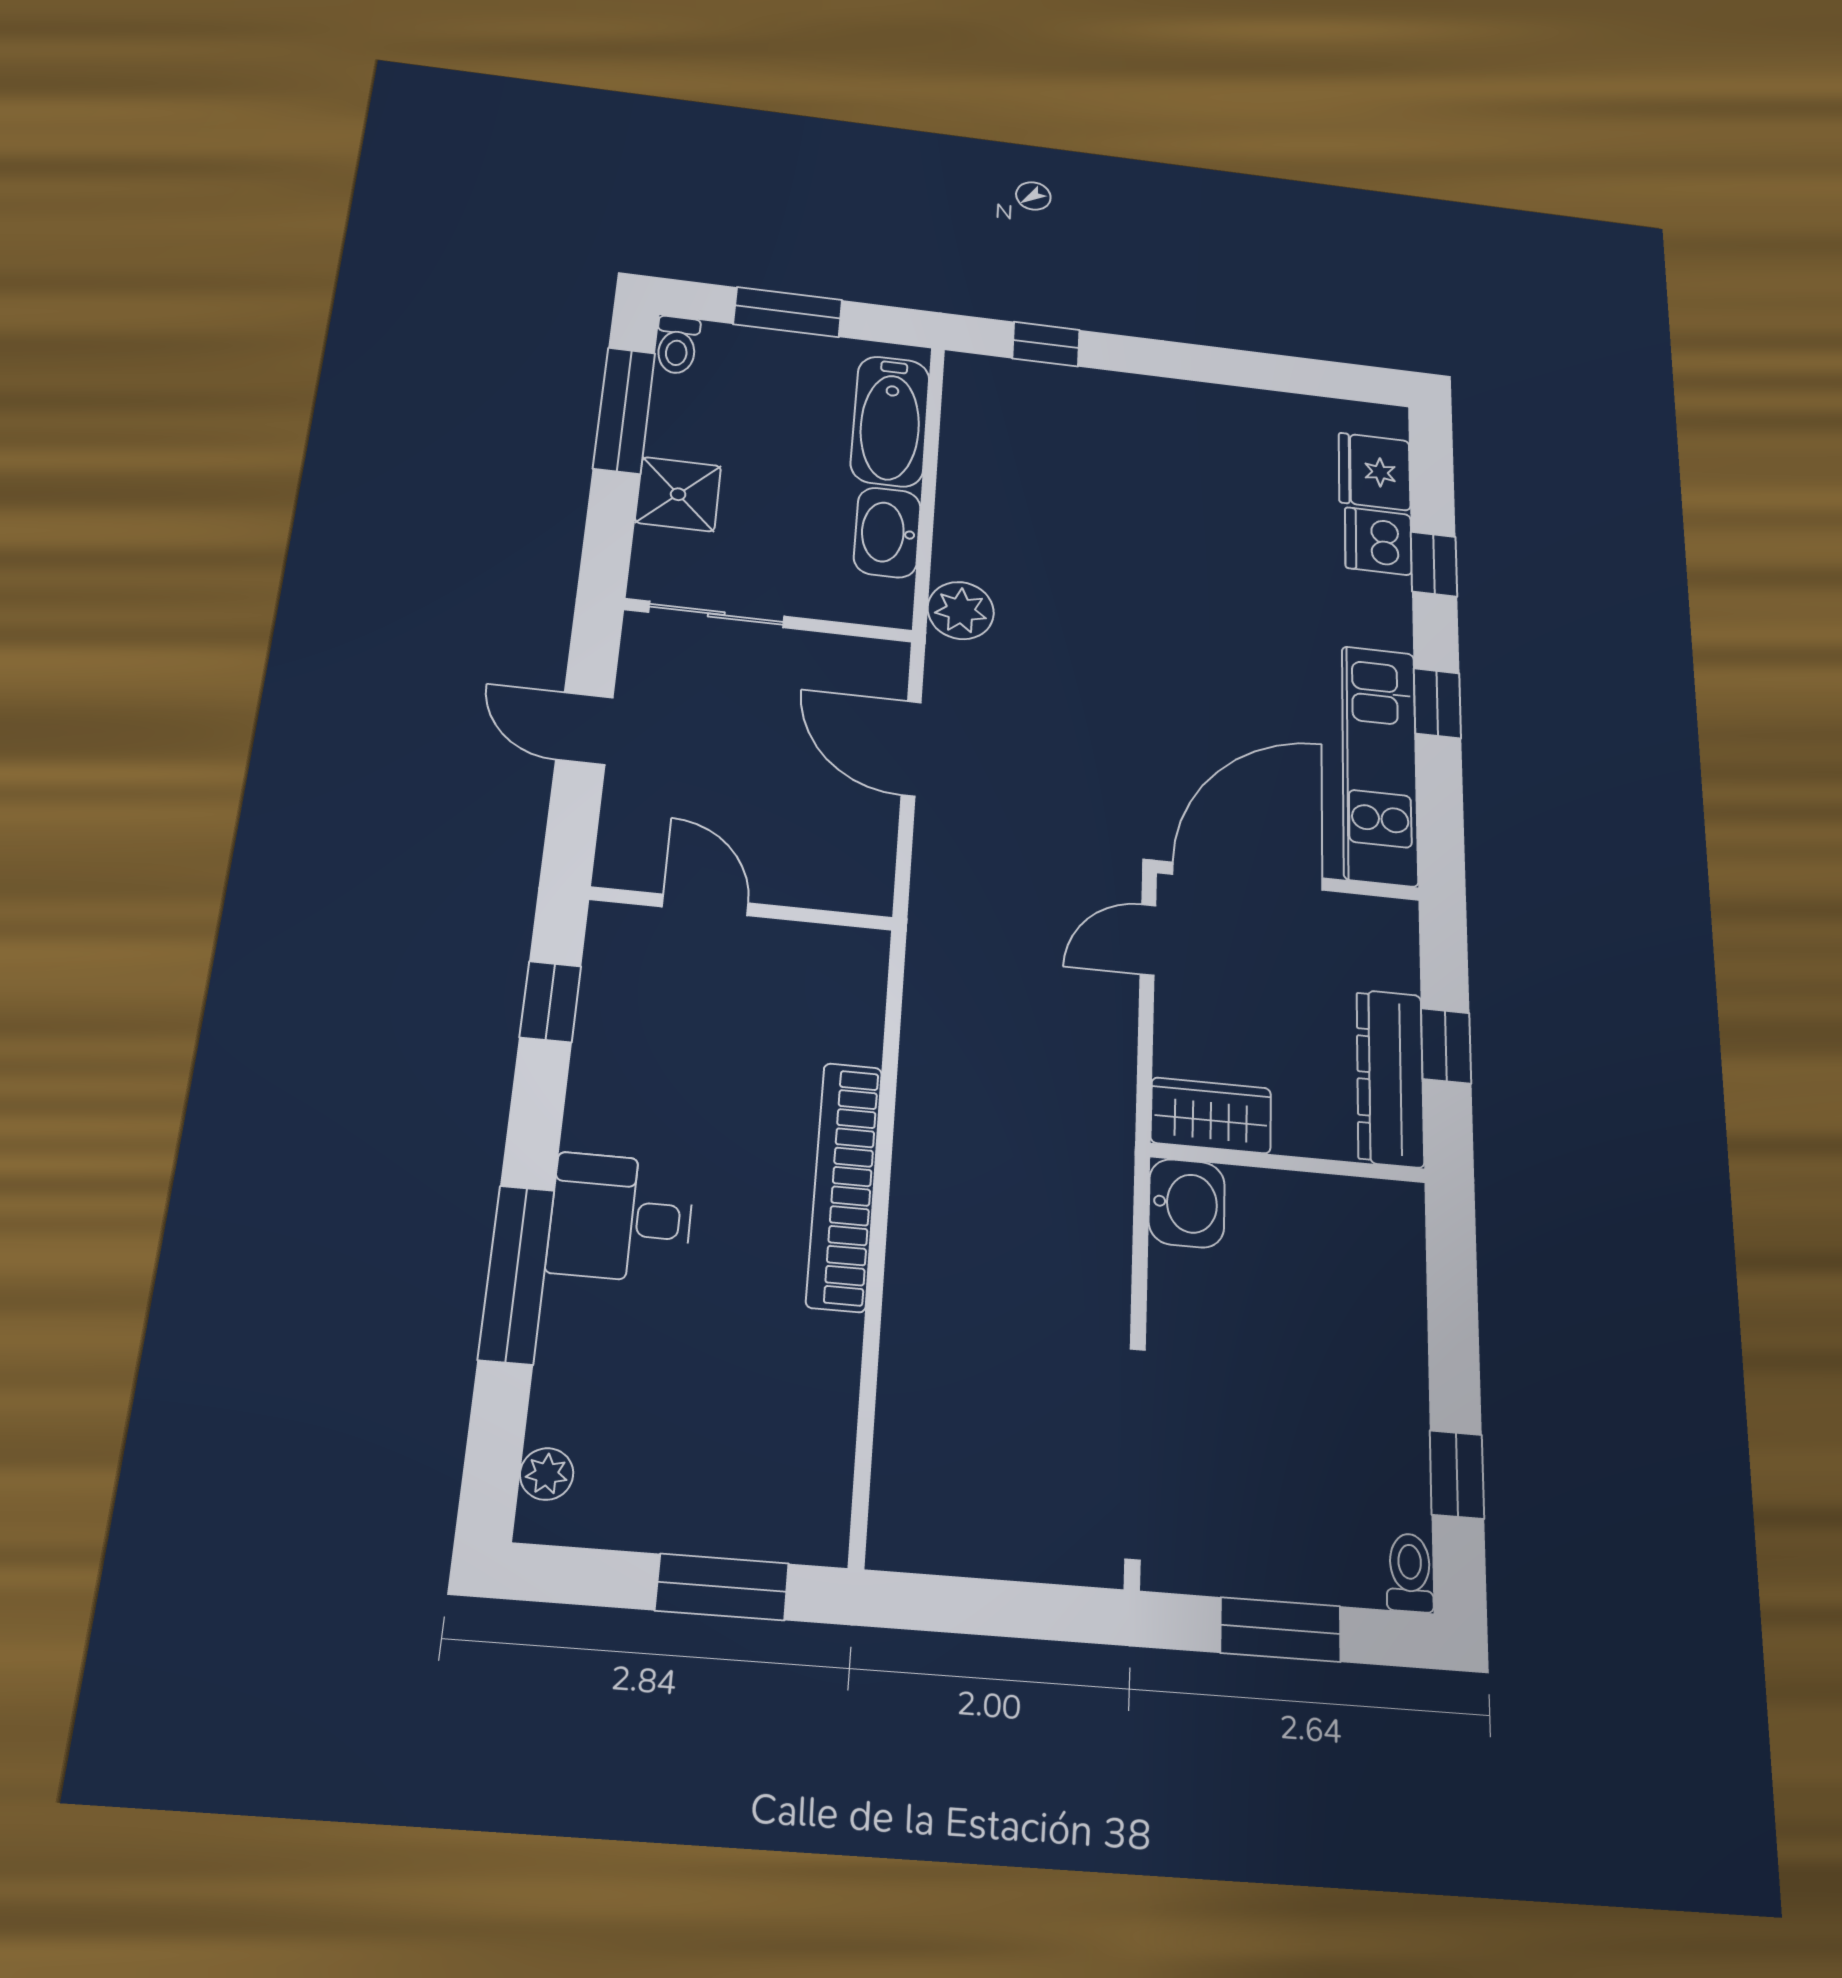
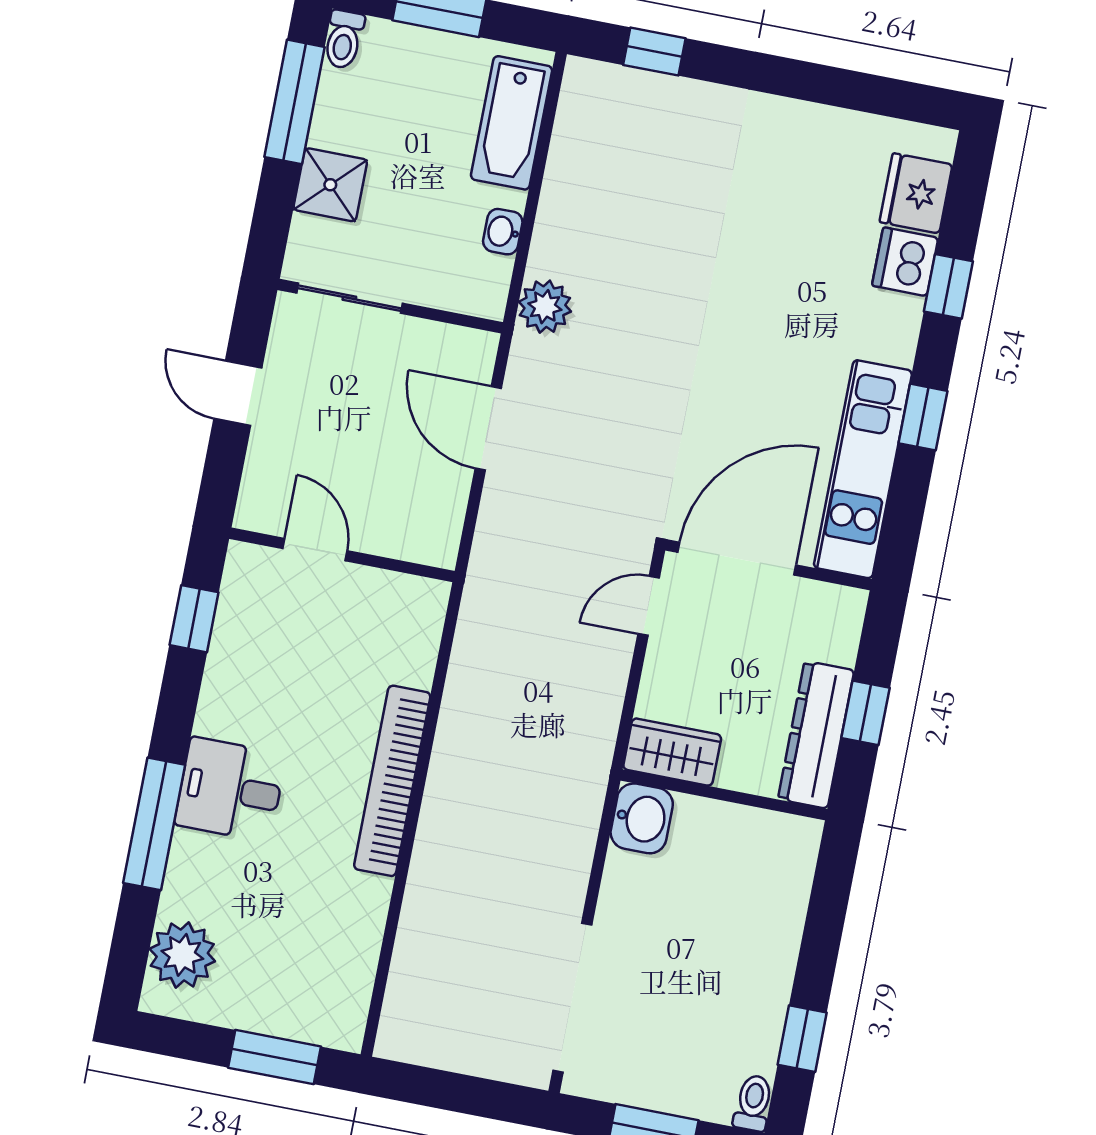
washbasin: (887, 532) -> (503, 232), width x0.52, depth x0.69
plant: (547, 1474) -> (182, 955), width x1.88, depth x1.88

